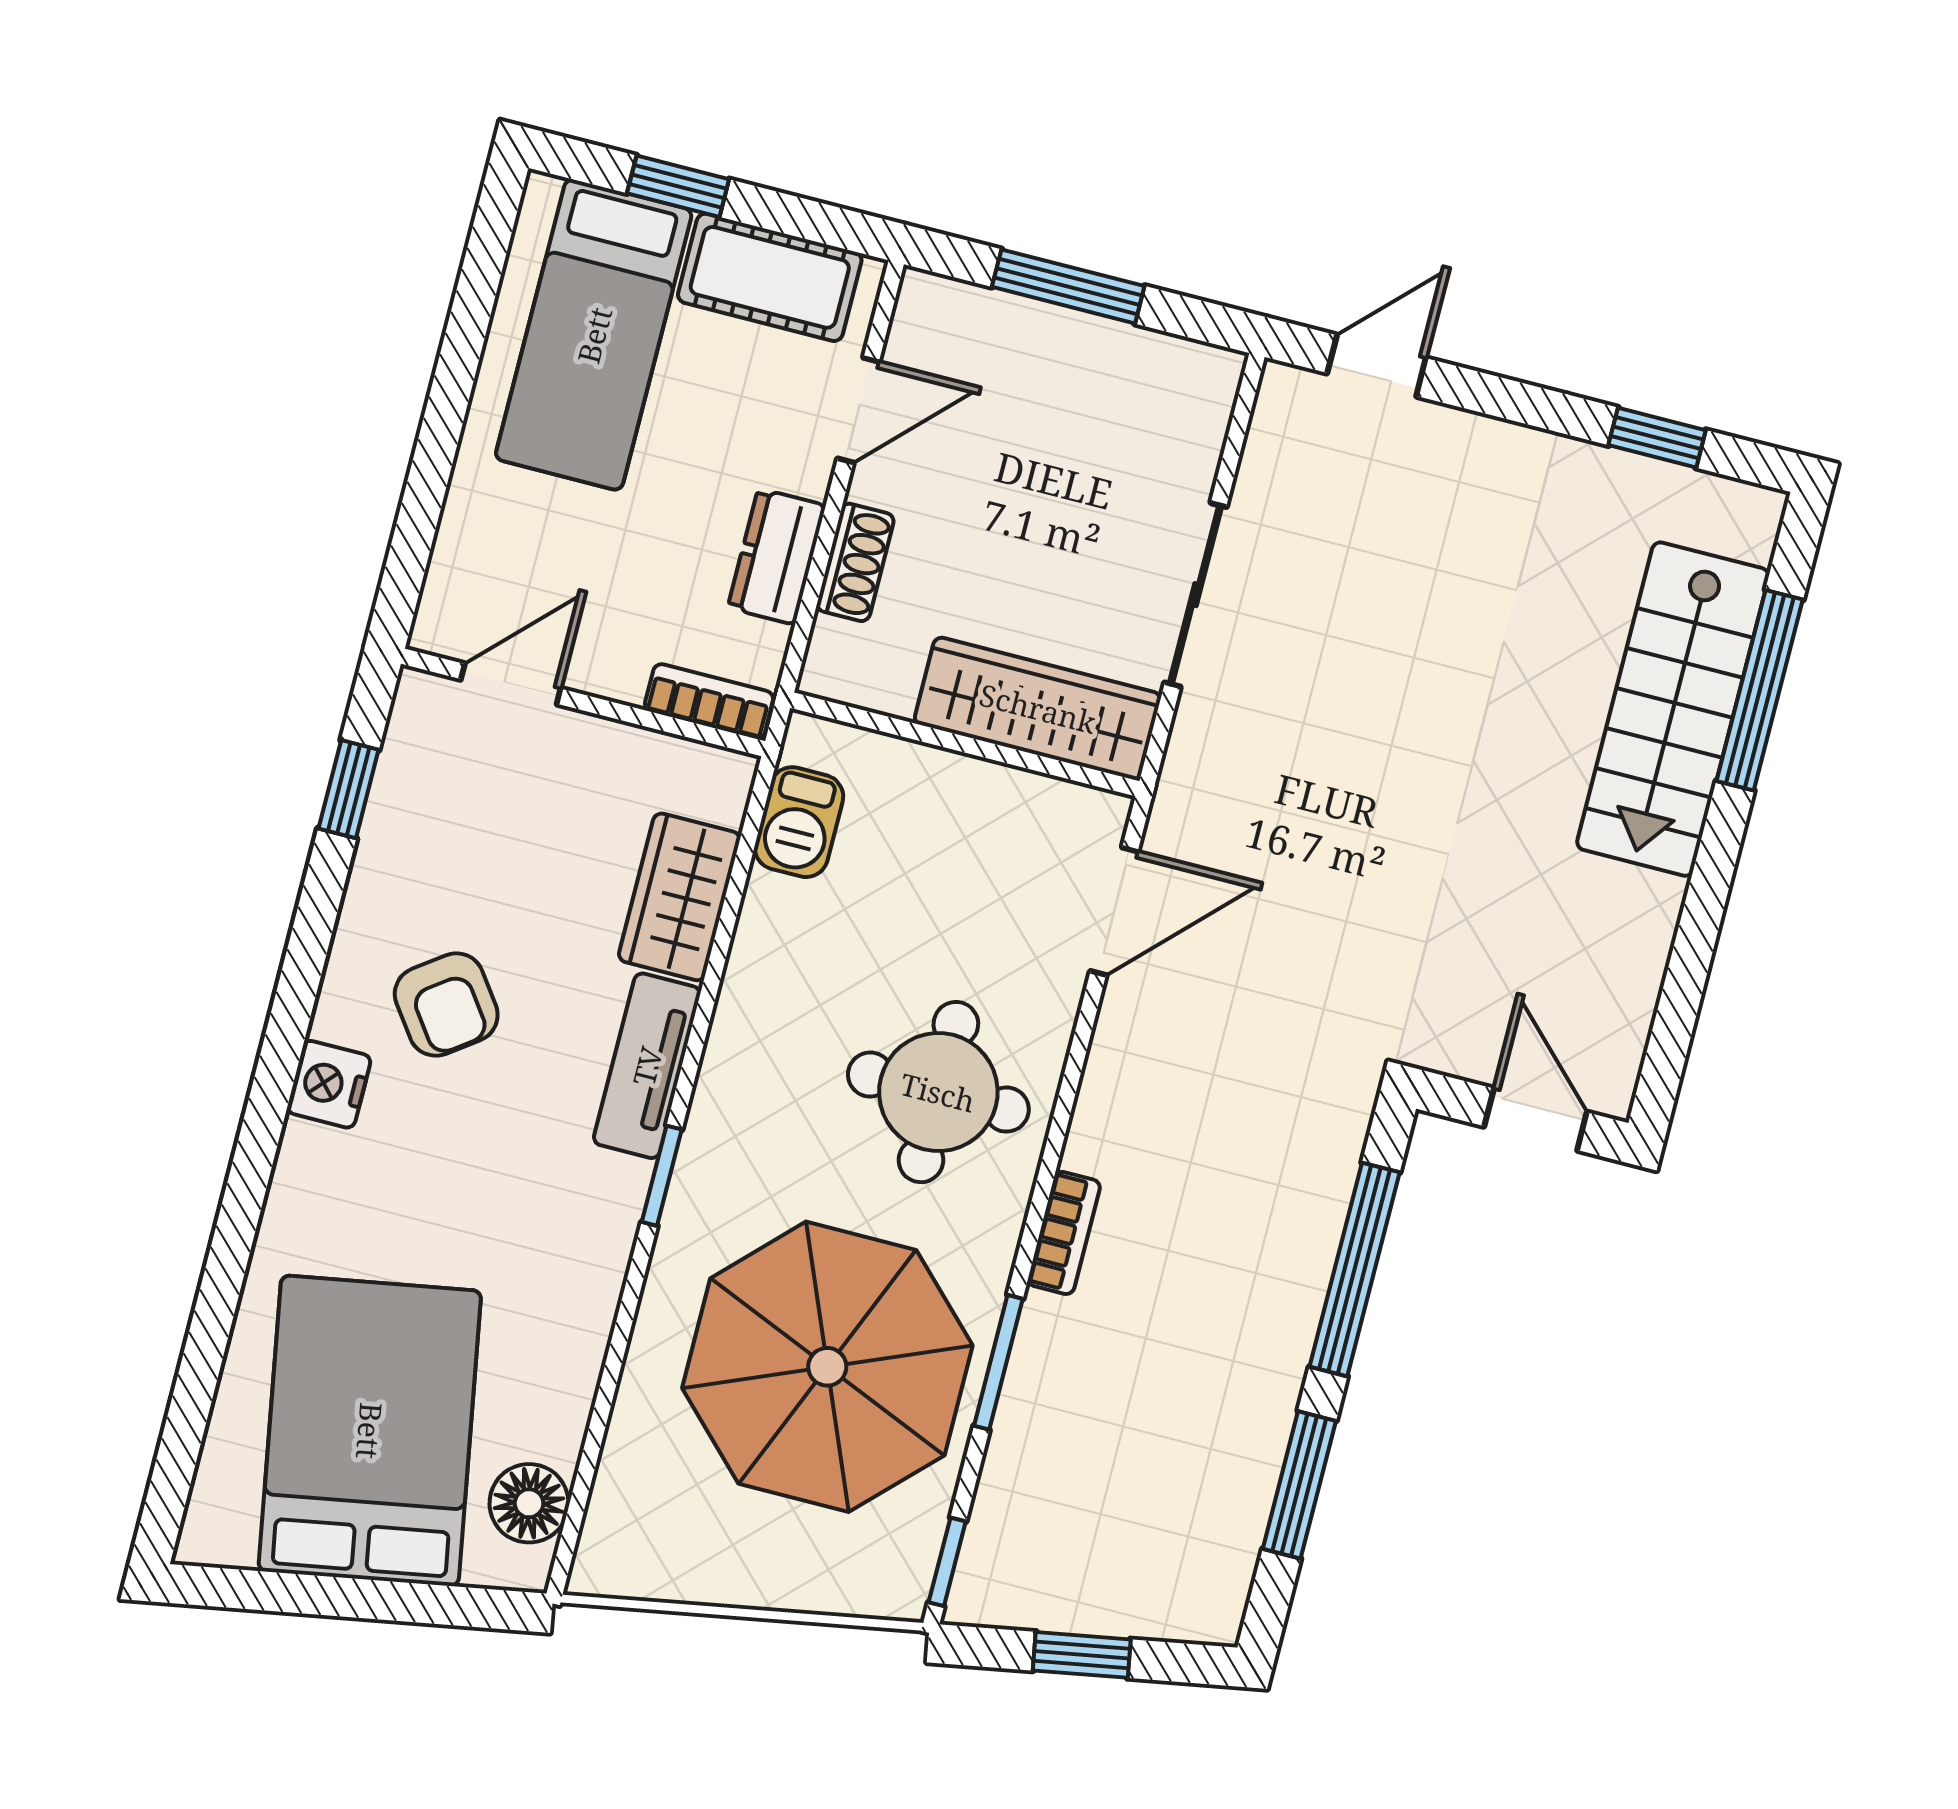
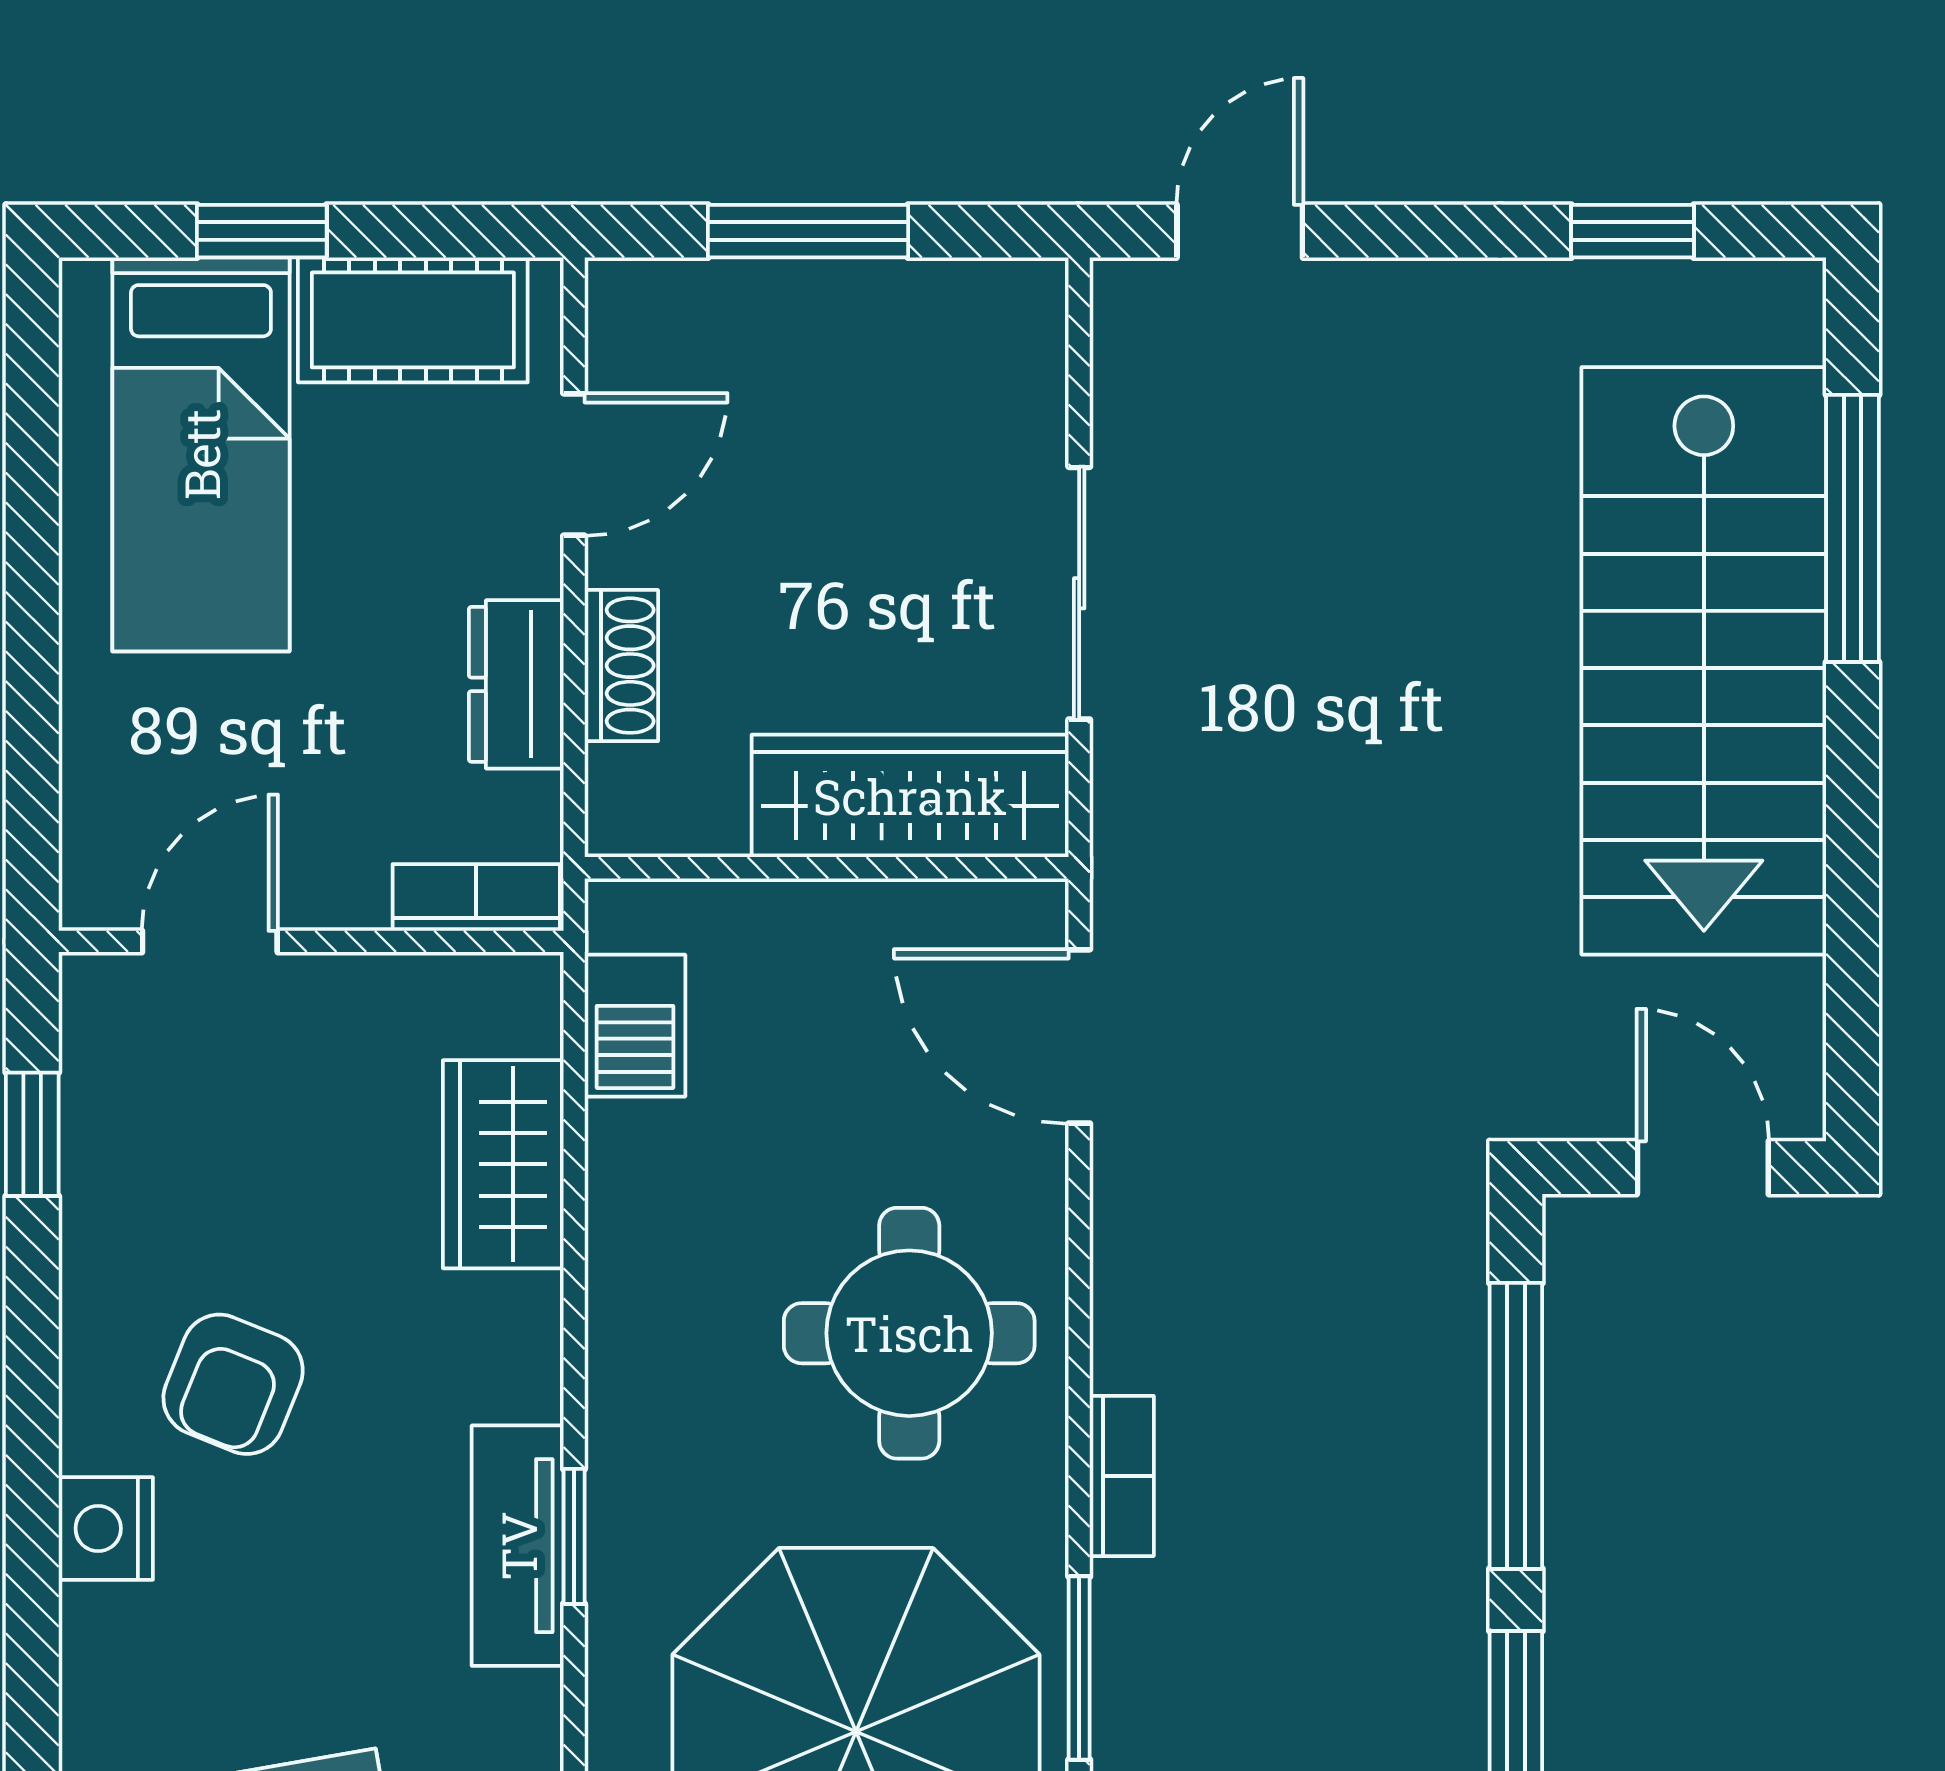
stairs: (1673, 709) -> (1704, 661), width x1.36, depth x1.51
door: (1114, 911) -> (1079, 1036), swing flipped
armchair: (446, 1004) -> (233, 1384), turned 58
tv unit: (647, 1066) -> (518, 1546), moved

